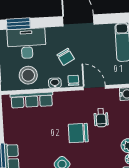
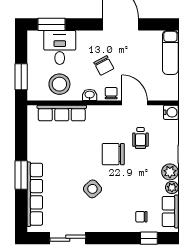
desk: (27, 43) -> (60, 47), width x0.73

